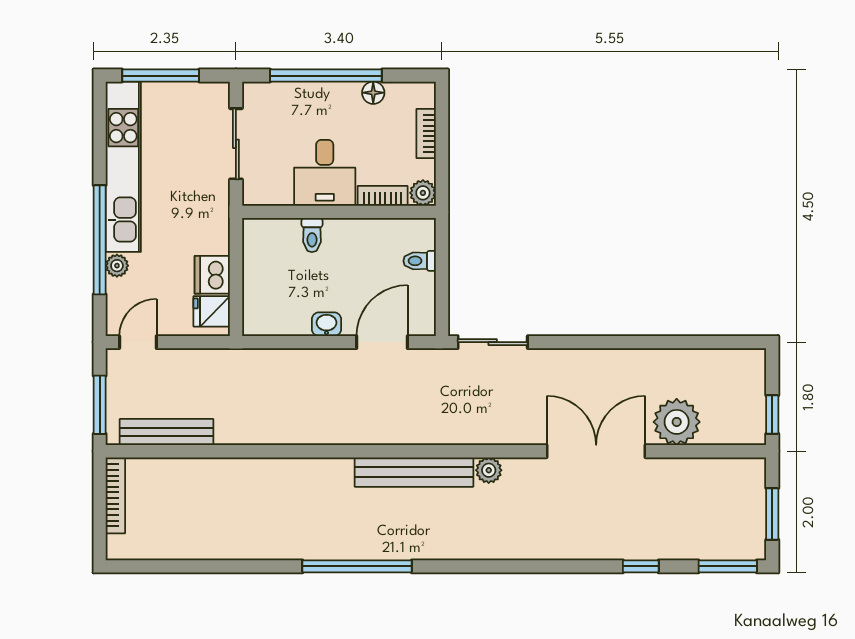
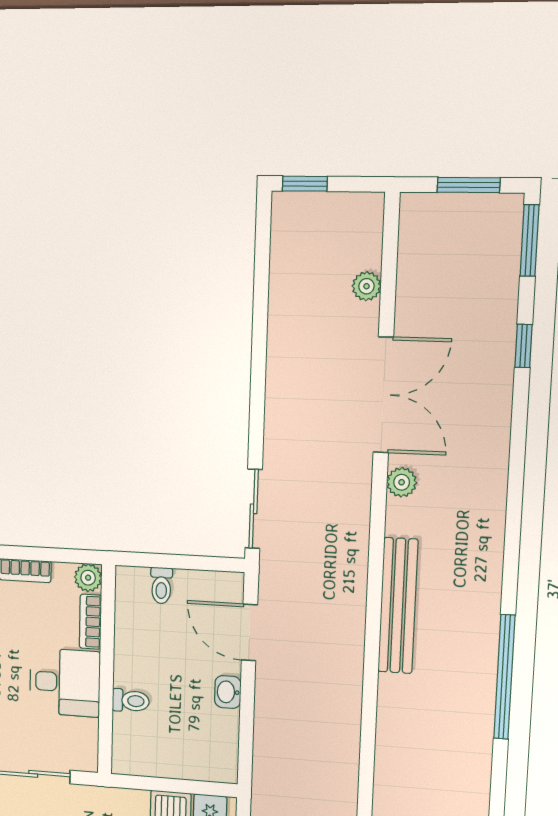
window: (772, 415) -> (305, 184), moved
plant: (677, 422) -> (367, 286), width x0.53, depth x0.53
double door: (596, 451) -> (383, 395), swing flipped
plant: (489, 470) -> (402, 482), moved

